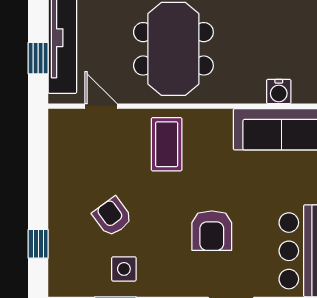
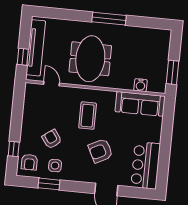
coffee table: (167, 144) -> (88, 116), moved
armchair: (212, 231) -> (100, 151), turned 63
armchair: (72, 267) -> (29, 162), added

